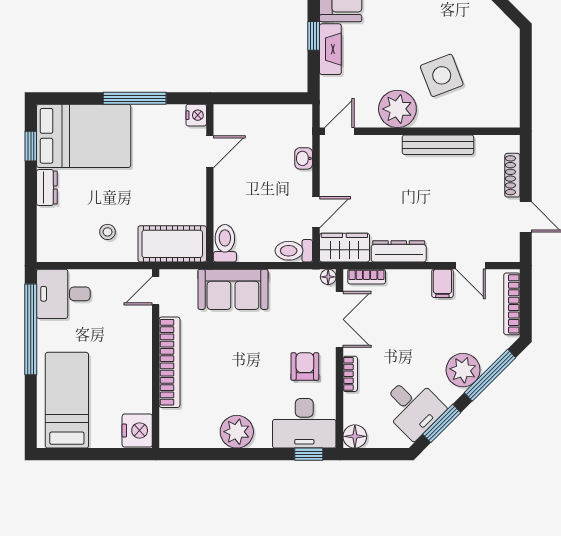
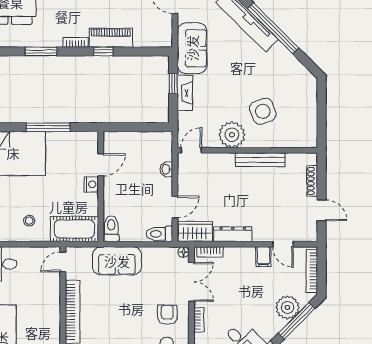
nightstand: (196, 115) -> (91, 184), moved
plant: (463, 370) -> (287, 307), moved

